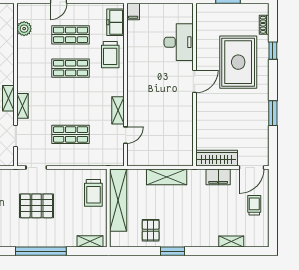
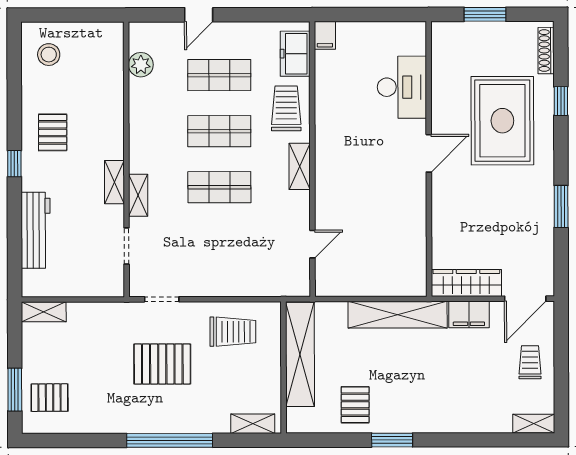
shoe rack: (264, 25) -> (546, 51), width x1.43
trolley: (110, 55) -> (286, 108), turned 180
shelving: (118, 110) -> (300, 166), moved
shop shelf: (71, 134) -> (219, 187), moved
shelving: (167, 177) -> (398, 315), width x1.47
trolley: (93, 193) -> (233, 332), moved, turned -90
shelving: (231, 242) -> (534, 424), moved

